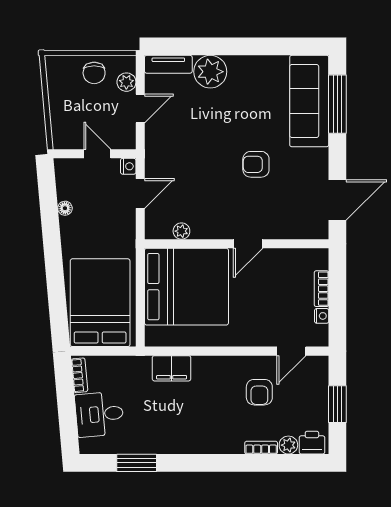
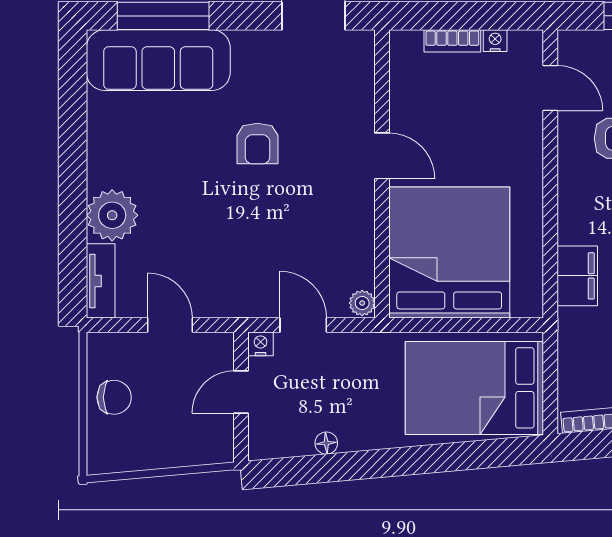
plant: (126, 82) -> (129, 347), removed
plant: (181, 231) -> (362, 303), moved

